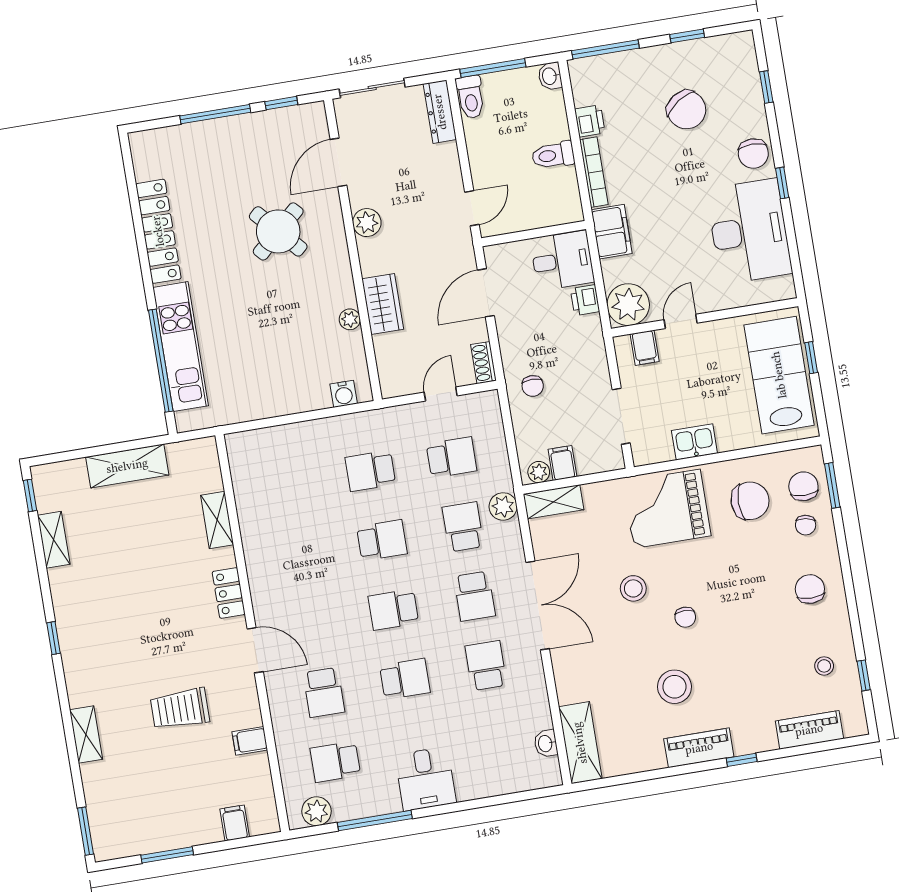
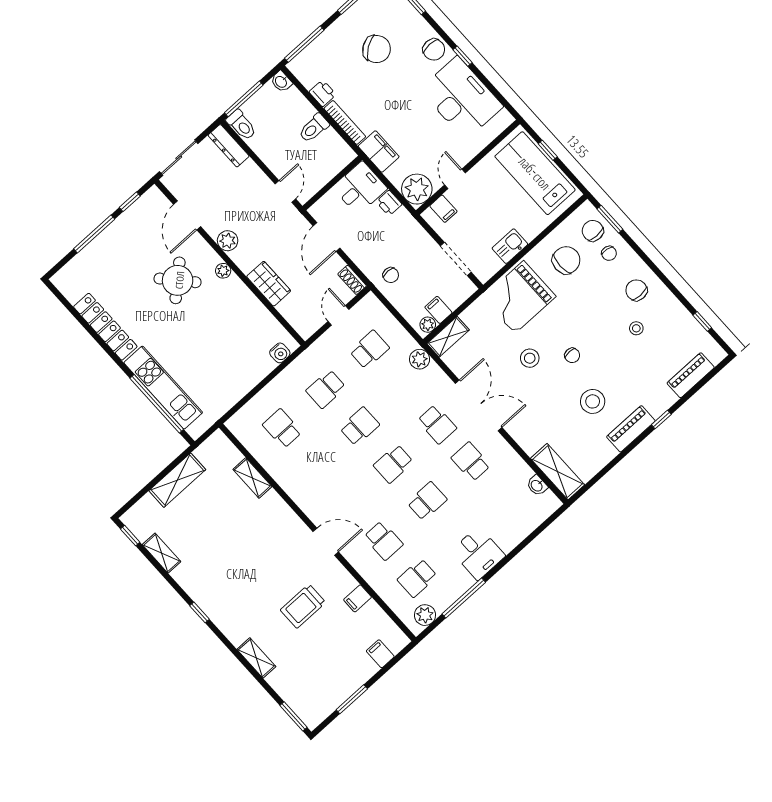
plant: (350, 319) -> (223, 271), moved
school desk: (463, 527) -> (282, 428), moved
locker: (229, 593) -> (288, 517), removed
stool: (824, 666) -> (636, 328), moved

